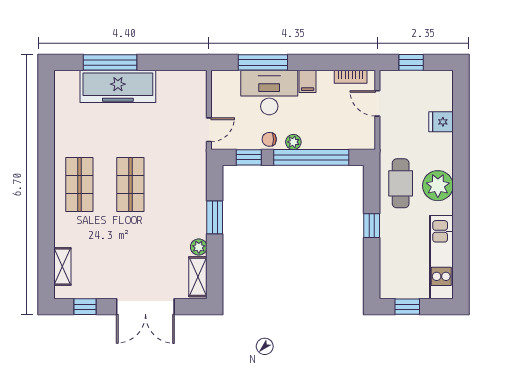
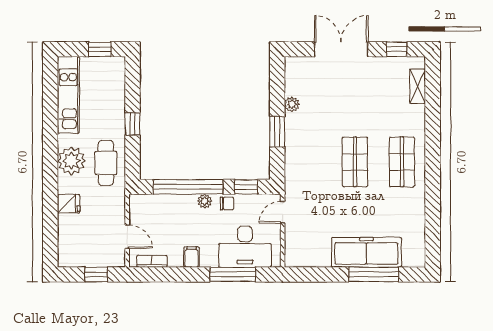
desk: (269, 93) -> (245, 247), moved
fridge: (441, 122) -> (69, 204), moved
shelving: (198, 277) -> (293, 77), removed

